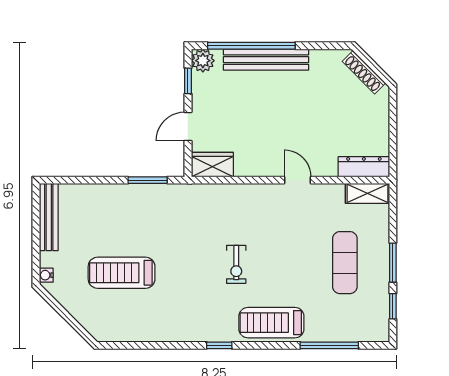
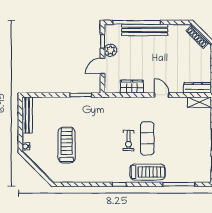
plant: (203, 61) -> (110, 50), moved
wardrobe: (212, 165) -> (132, 87), moved
exercise mat: (345, 263) -> (147, 138), moved
treadmill: (122, 273) -> (67, 145), turned 90
treadmill: (271, 323) -> (148, 172), turned 180

